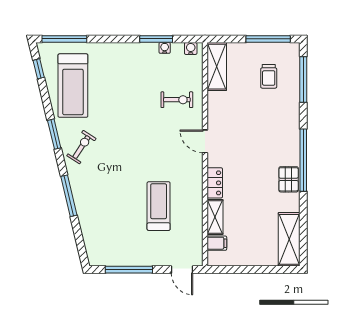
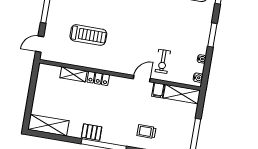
window: (156, 39) -> (212, 35), moved
trolley: (269, 76) -> (146, 132), moved
door: (205, 141) -> (142, 79), moved
filing cabinet: (217, 243) -> (158, 90), moved

